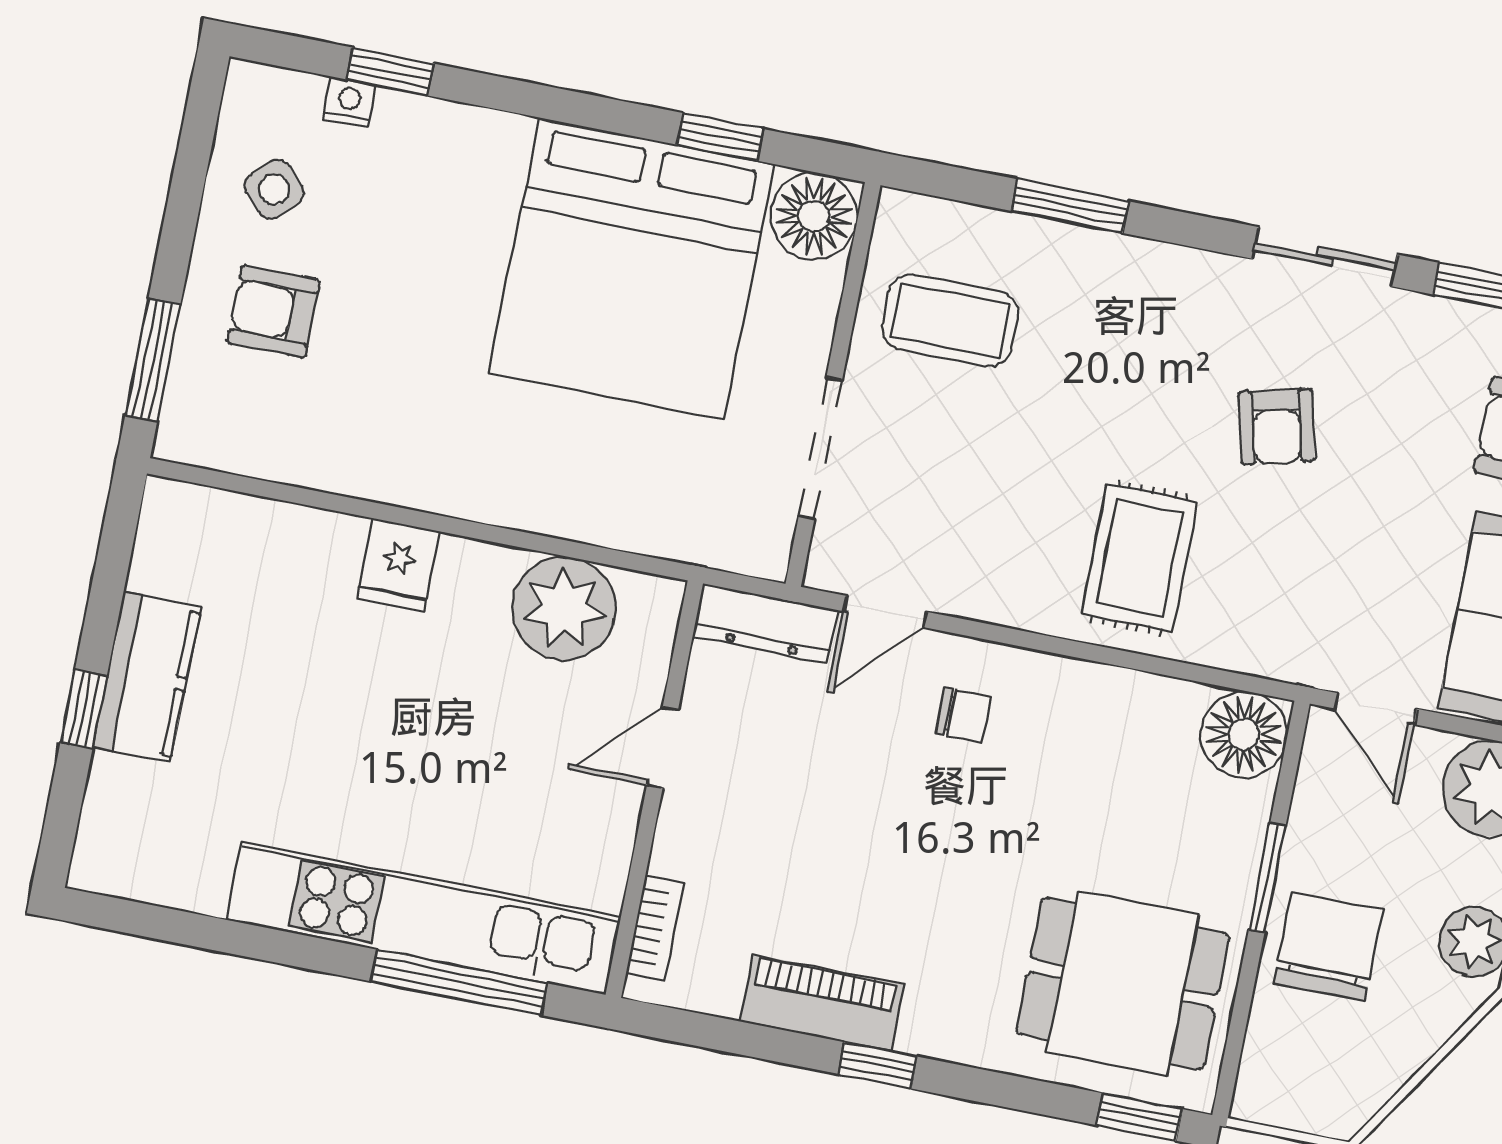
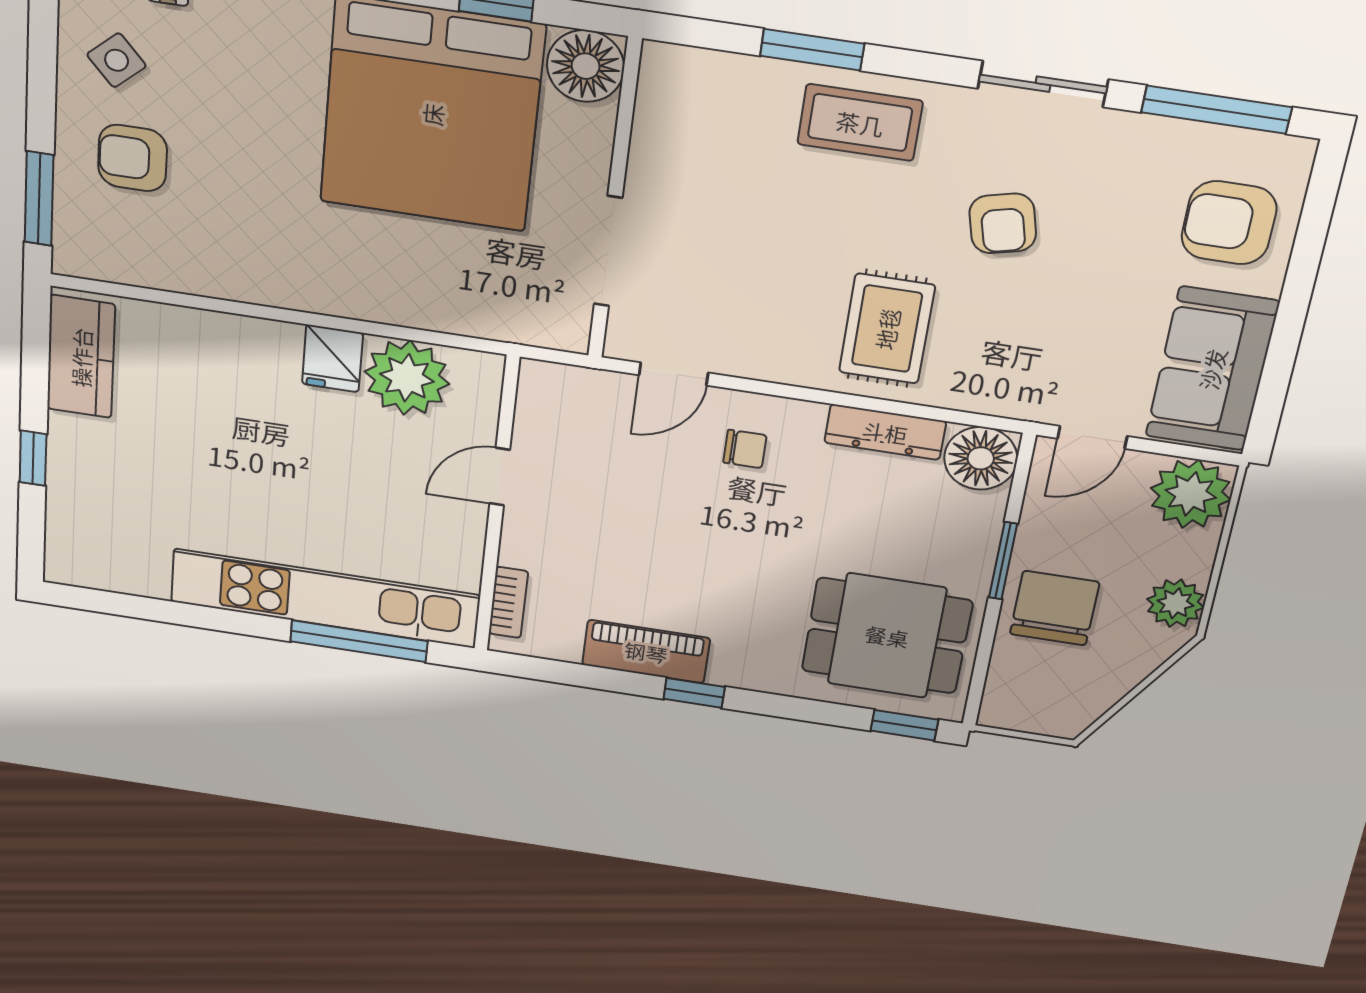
coffee table: (950, 320) -> (860, 123), moved
fridge: (398, 565) -> (332, 359), moved
dresser: (765, 623) -> (885, 432), moved
kitchen counter: (147, 677) -> (81, 357), moved
door: (1376, 709) -> (1092, 437), hinge flipped

